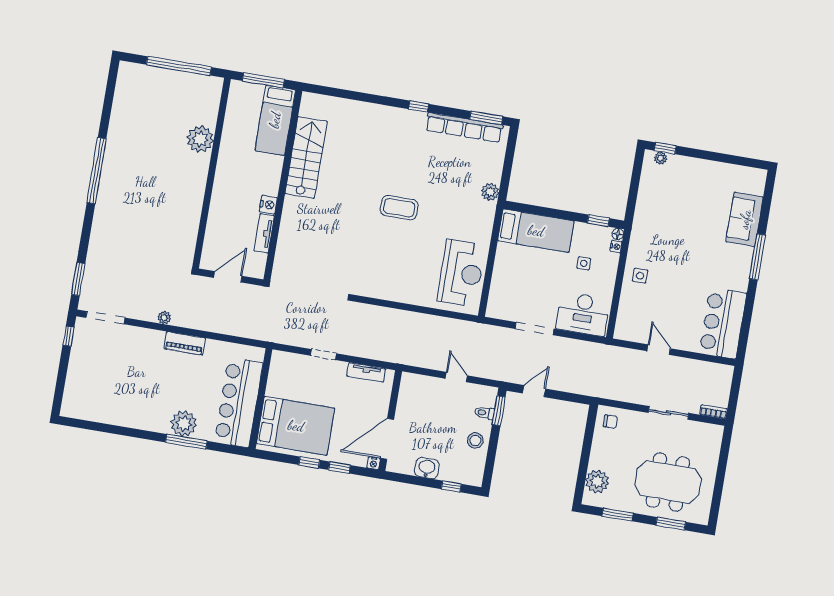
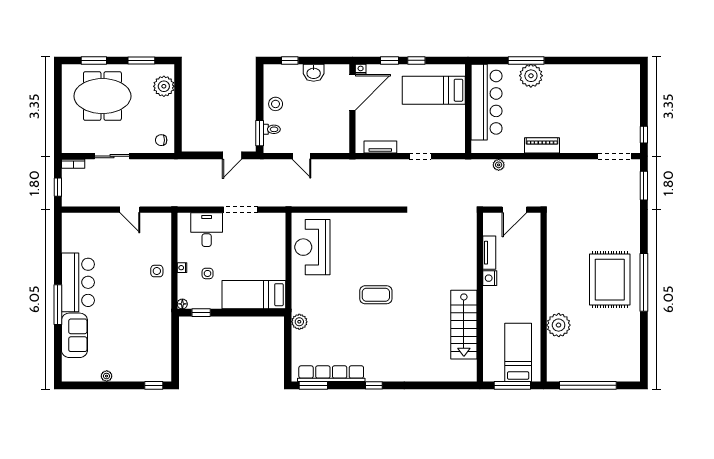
bed: (275, 120) -> (518, 352), moved
plant: (661, 158) -> (107, 376), moved
rug: (134, 180) -> (610, 280), added
nightstand: (616, 247) -> (182, 268), moved
desk: (583, 314) -> (207, 230), width x0.73
plant: (164, 318) -> (499, 165), moved
bar counter: (723, 323) -> (78, 282), moved
window: (735, 389) -> (58, 187), added
bed: (296, 426) -> (434, 90), width x0.67

